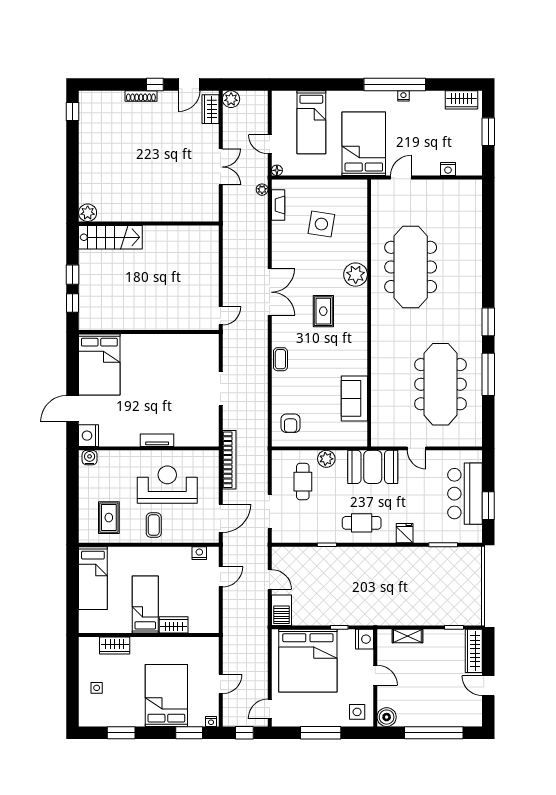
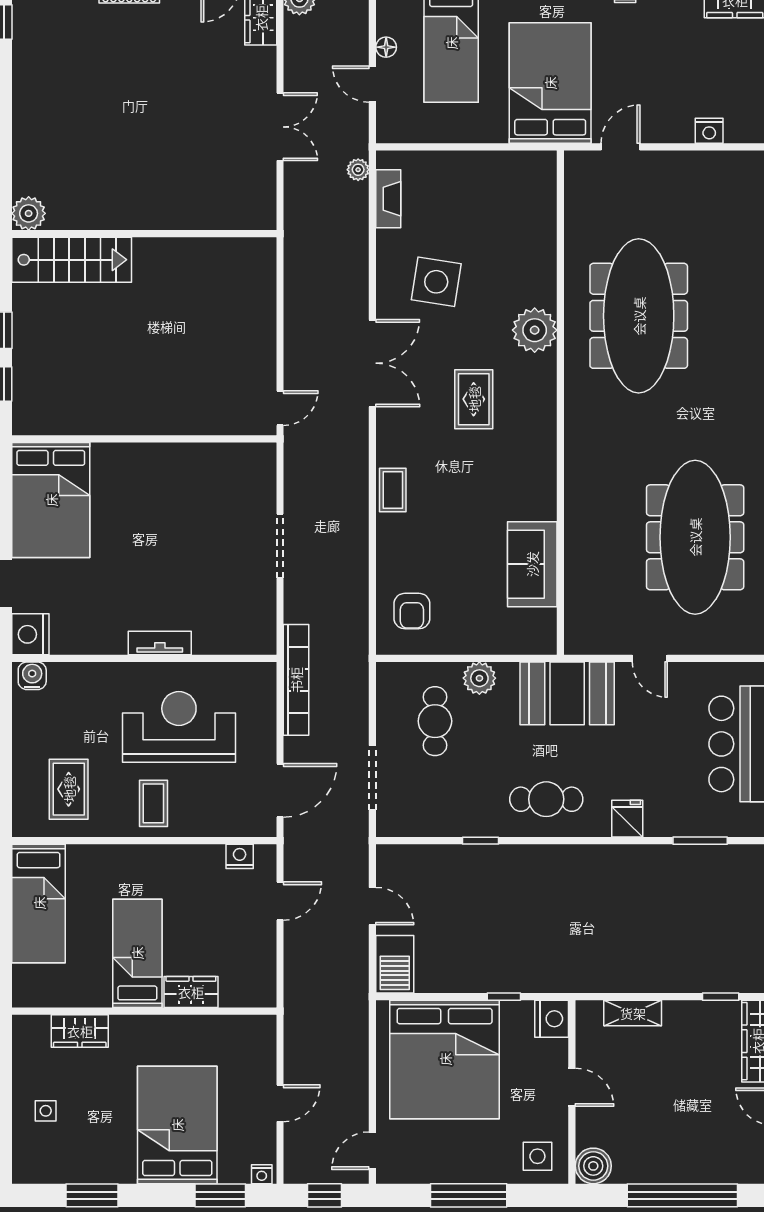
floor lamp: (277, 170) -> (386, 47), moved
side table: (321, 224) -> (436, 282), moved

